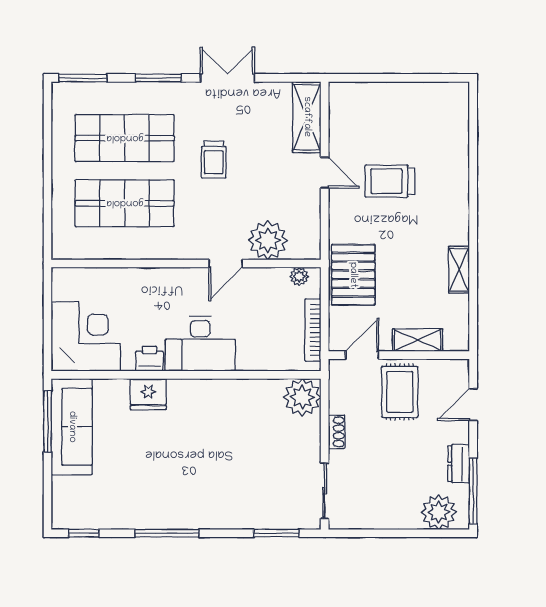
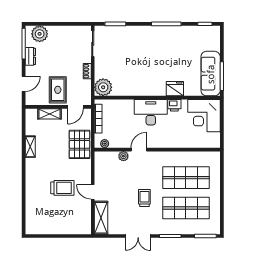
plant: (268, 240) -> (123, 156), width x0.53, depth x0.53

